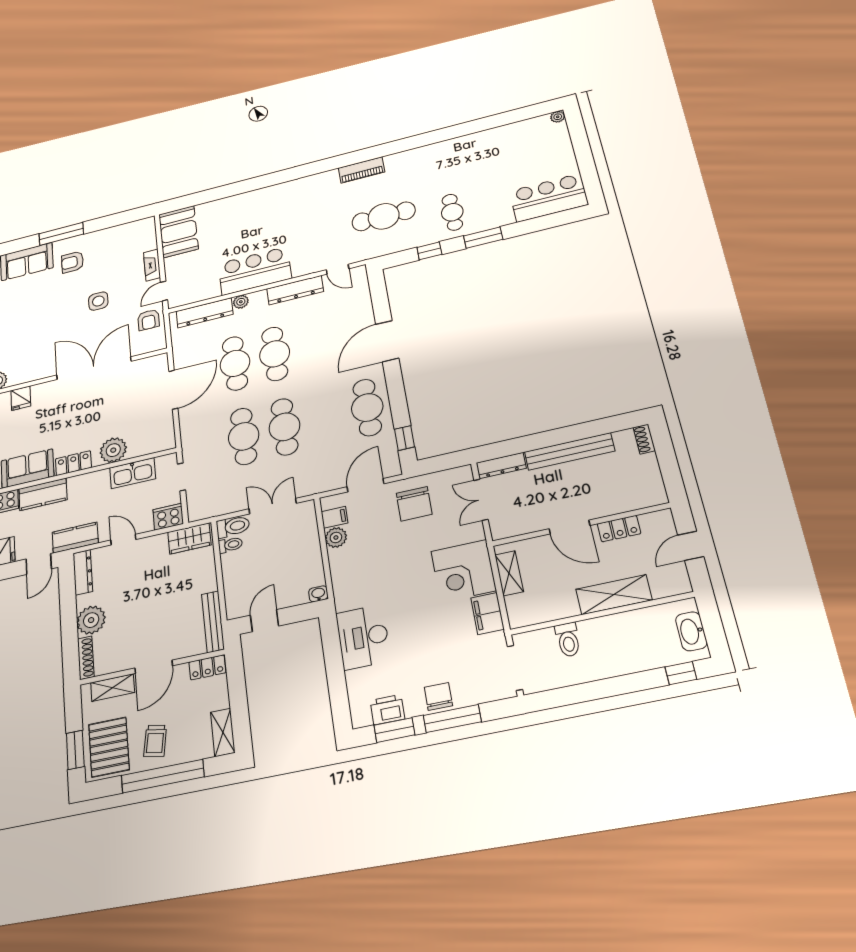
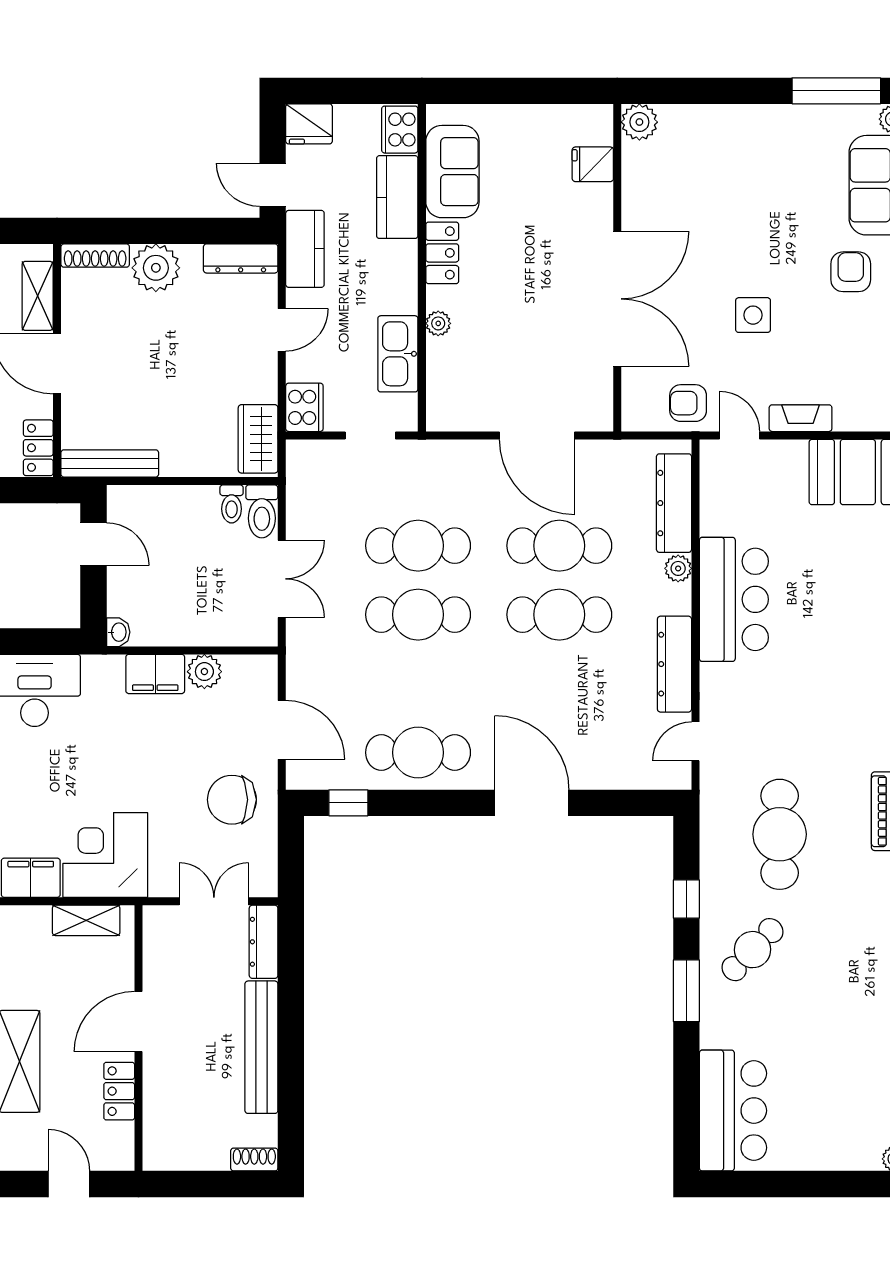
cafe table: (452, 212) -> (753, 950), turned -46
plant: (113, 450) -> (438, 323), width x0.53, depth x0.53
filing cabinet: (334, 517) -> (155, 674), moved, width x2.00

